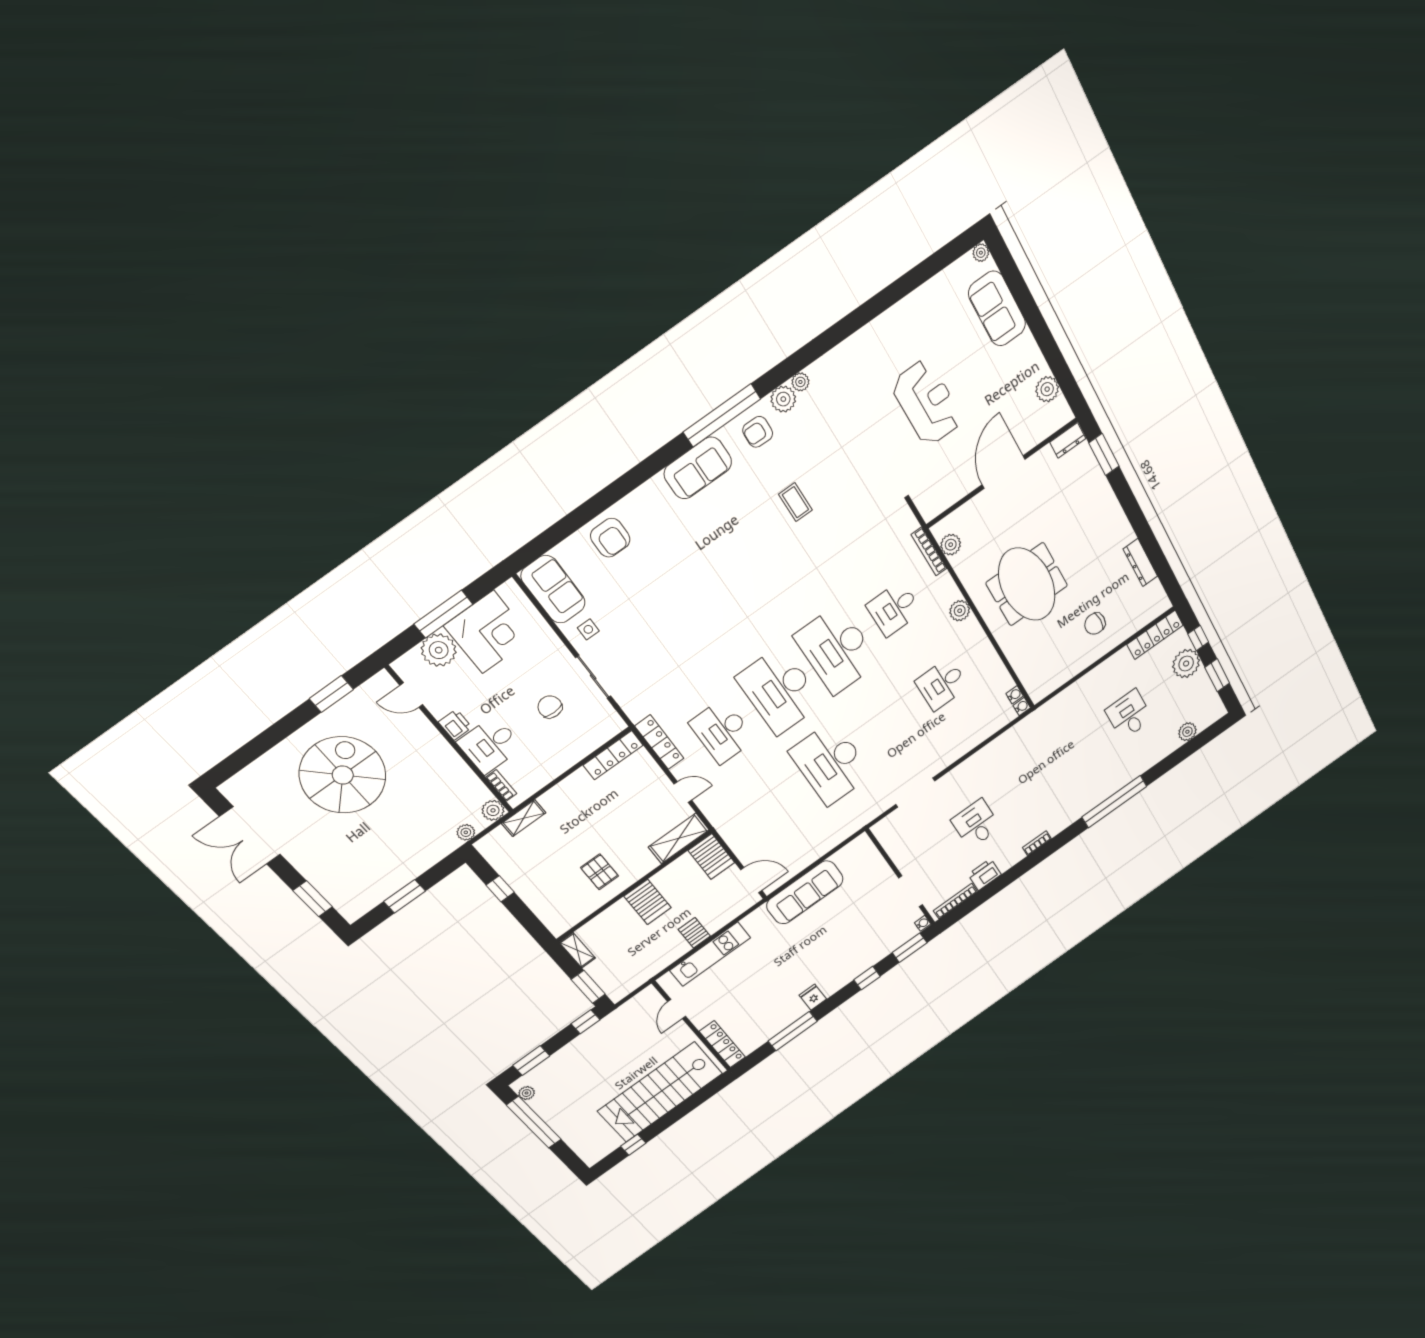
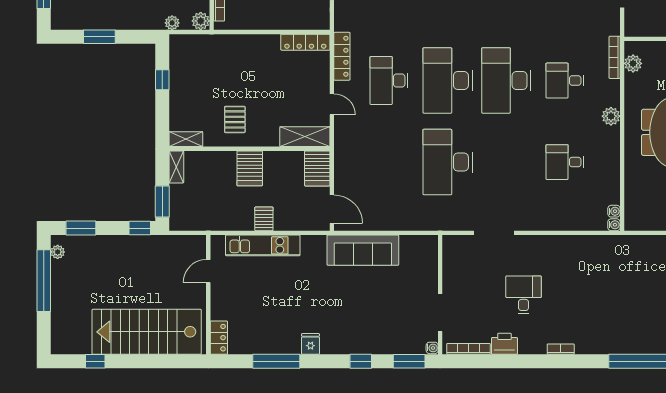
shelving: (524, 818) -> (186, 139), moved
locker: (722, 1044) -> (219, 338), width x0.66

